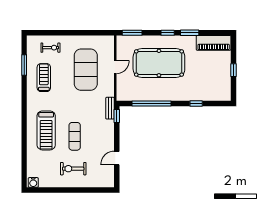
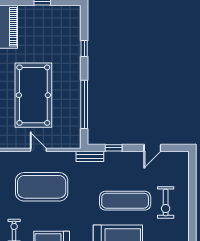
window: (117, 116) -> (114, 148), moved
exercise mat: (75, 136) -> (125, 201), width x1.36, depth x1.45
door: (117, 158) -> (152, 148), hinge flipped

